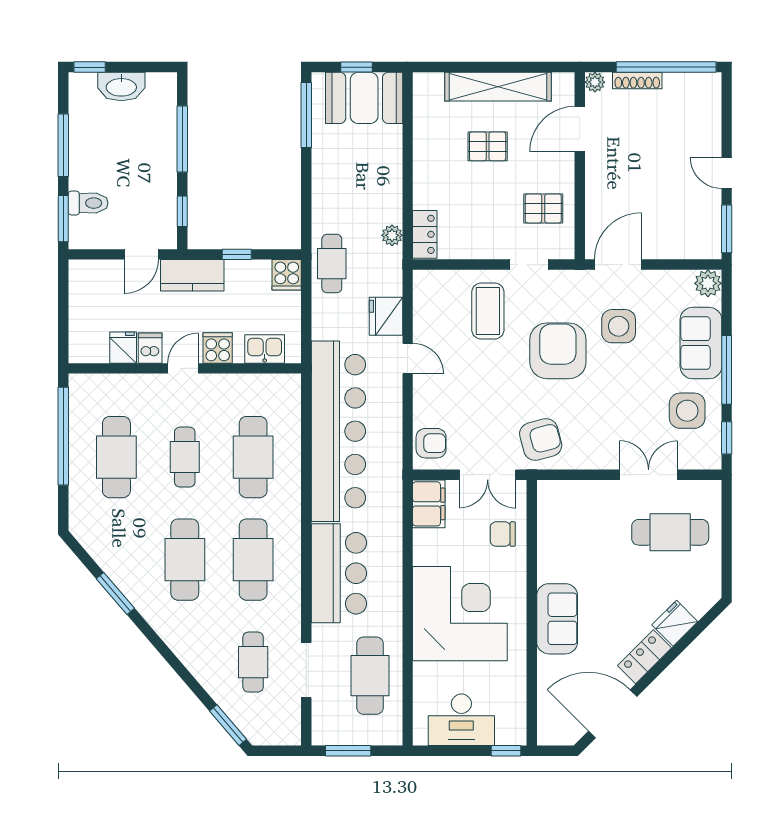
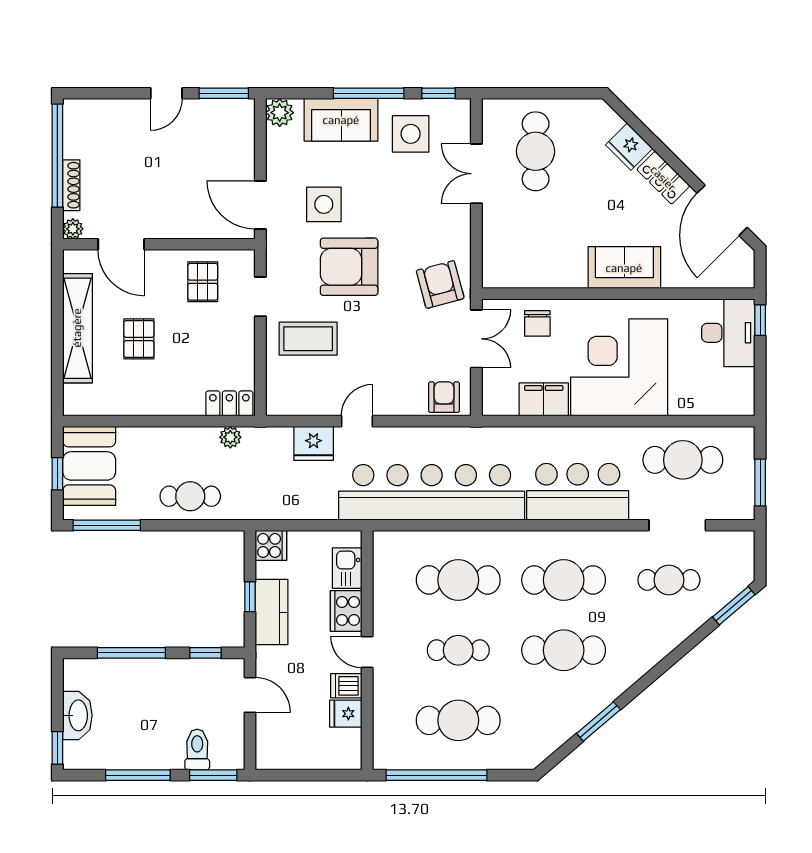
cafe table: (332, 264) -> (190, 496), moved
kitchen counter: (192, 275) -> (271, 612), moved
cooker: (218, 348) -> (346, 611), width x1.36
filing cabinet: (429, 504) -> (544, 399), moved
desk: (461, 720) -> (728, 333), moved

